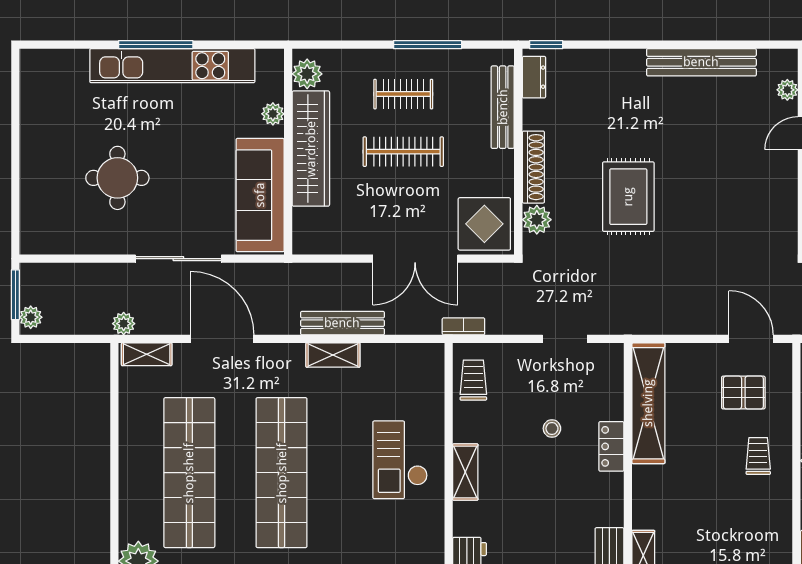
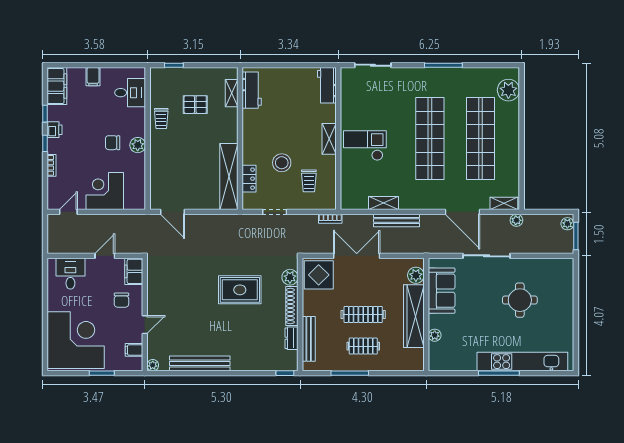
kitchen unit: (172, 66) -> (522, 362), moved
plant: (307, 74) -> (416, 275), moved
dresser: (534, 77) -> (292, 338), moved
plant: (787, 90) -> (153, 365), moved
sofa: (260, 195) -> (442, 291), width x0.73
rug: (628, 197) -> (240, 290), turned 90
shelving: (333, 355) -> (384, 203), moved
trolley: (473, 380) -> (309, 181), moved
pallet: (743, 393) -> (195, 105), moved
stool: (552, 428) -> (282, 163), width x1.89, depth x1.89
locker: (611, 446) -> (249, 179), moved
trolley: (758, 456) -> (161, 118), moved
checkout: (400, 460) -> (365, 146), turned -90

